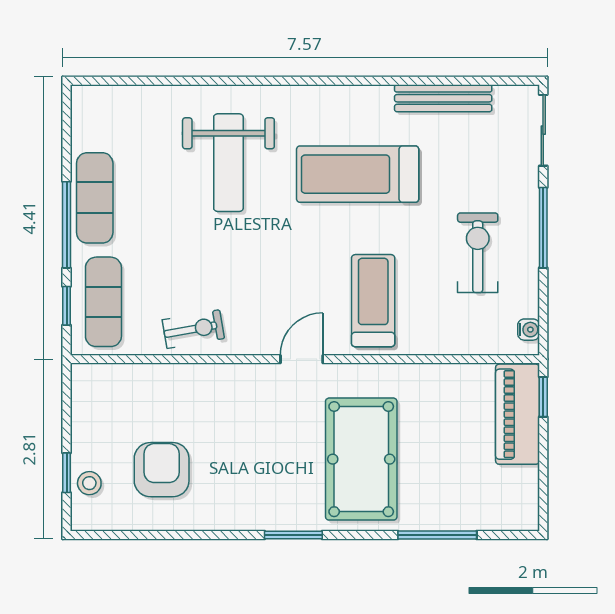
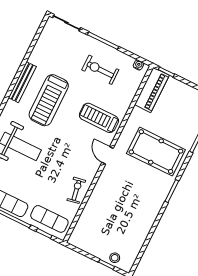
bench: (443, 98) -> (22, 82), moved
piano: (518, 414) -> (152, 90), moved, turned -90
armchair: (162, 470) -> (123, 228), removed

